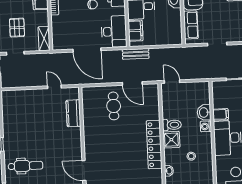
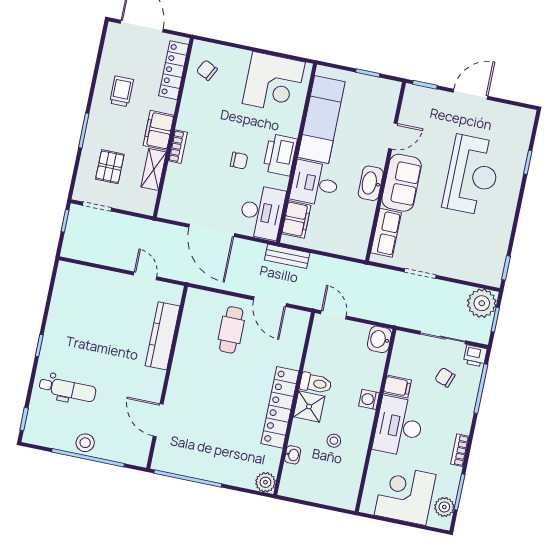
shelving: (44, 39) -> (154, 169), moved
washbasin: (204, 112) -> (379, 339), moved
kitchen counter: (73, 113) -> (162, 336), width x1.50

